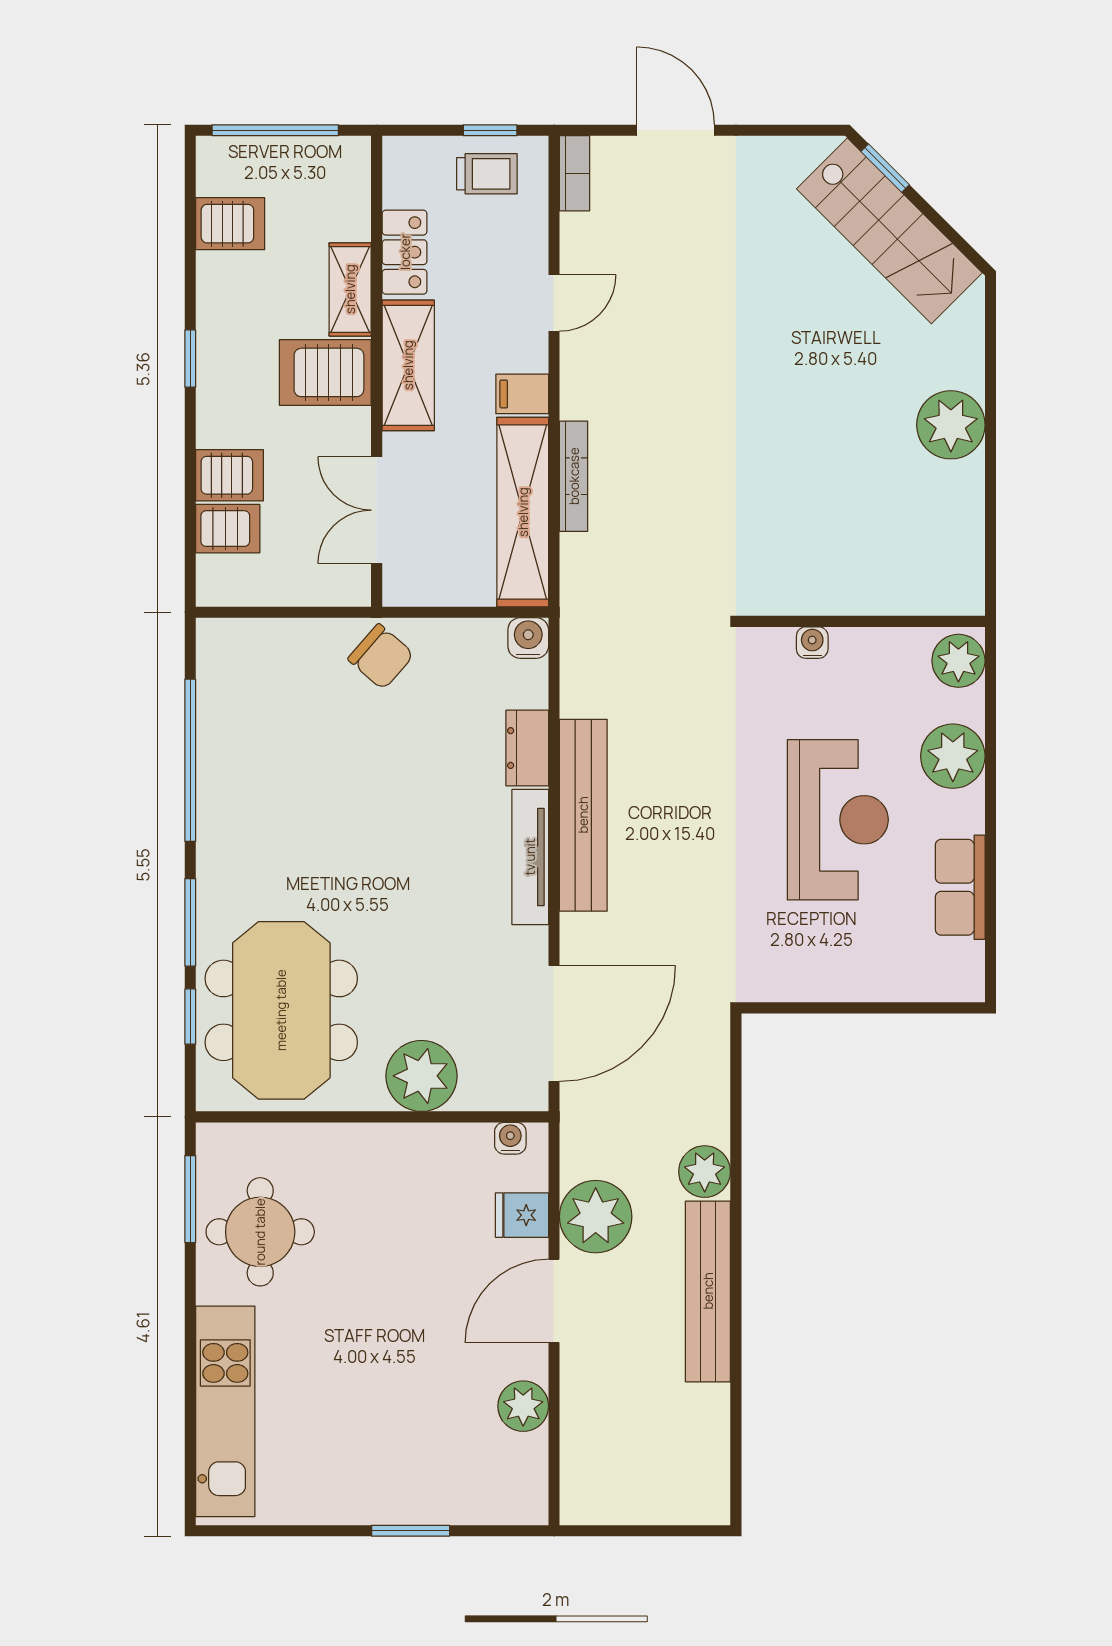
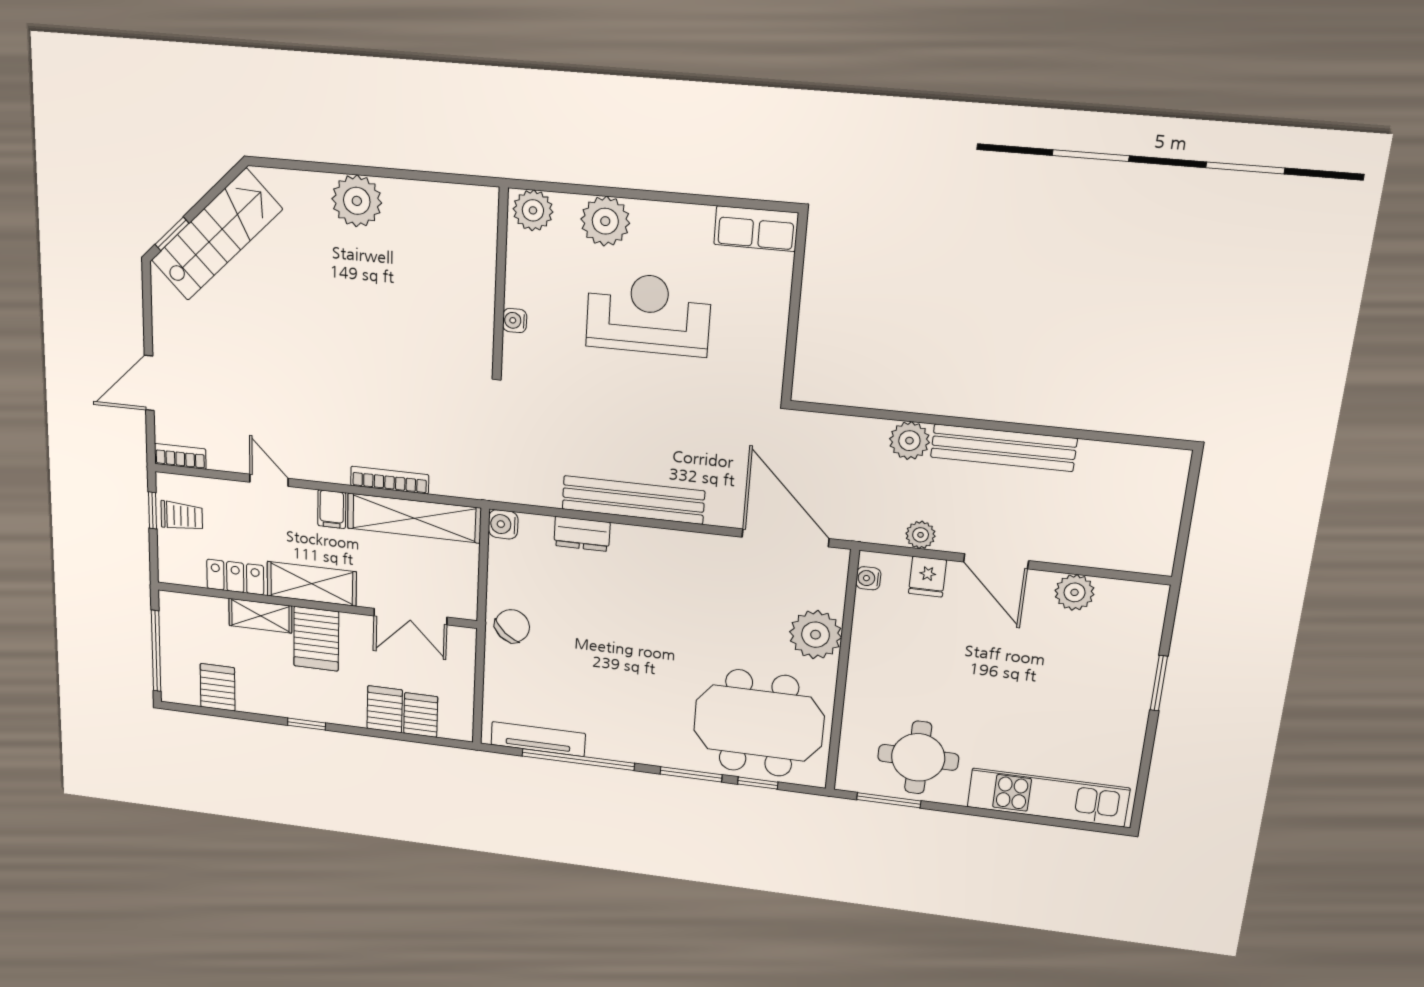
trolley: (487, 174) -> (182, 516), turned 90
tv unit: (530, 857) -> (538, 739), moved, turned 180
row of seats: (960, 887) -> (756, 229), moved
plant: (596, 1217) -> (921, 535), width x0.53, depth x0.53

